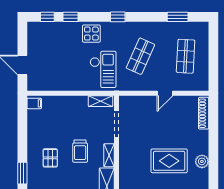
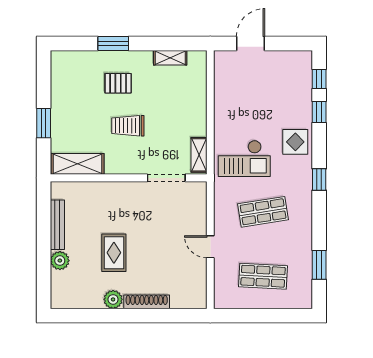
shop shelf: (140, 56) -> (263, 212), turned -33
filing cabinet: (34, 103) -> (196, 61), removed
shoe rack: (204, 113) -> (147, 302), moved
shelving: (109, 155) -> (170, 58), moved
rug: (169, 161) -> (114, 253), width x0.73, depth x0.70
window: (22, 173) -> (113, 43), moved

